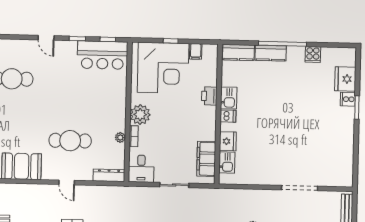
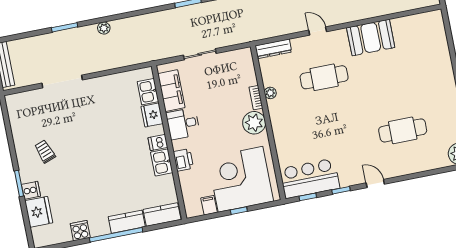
trolley: (328, 130) -> (45, 151), added
desk: (141, 169) -> (183, 124), moved, turned -90

